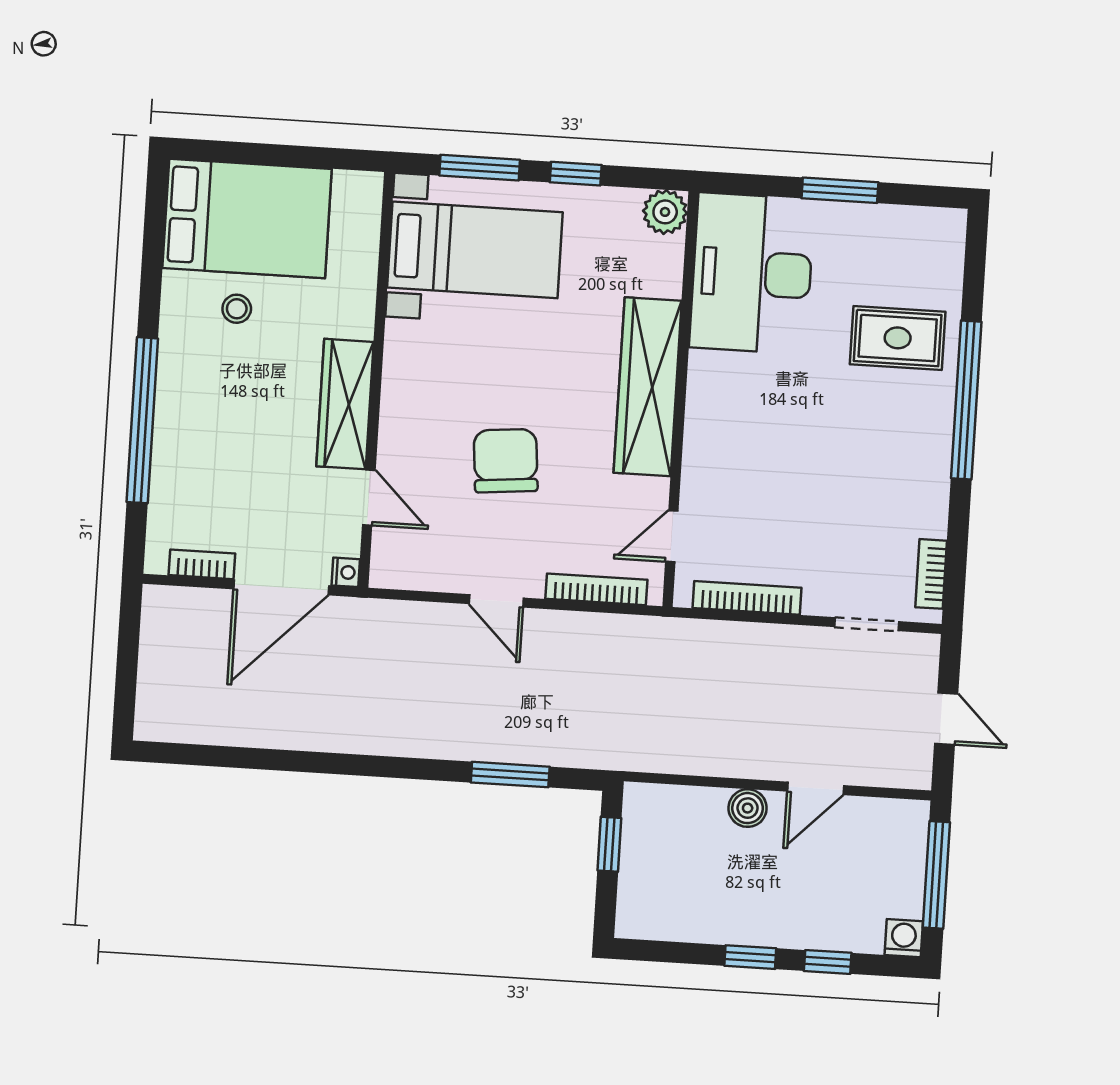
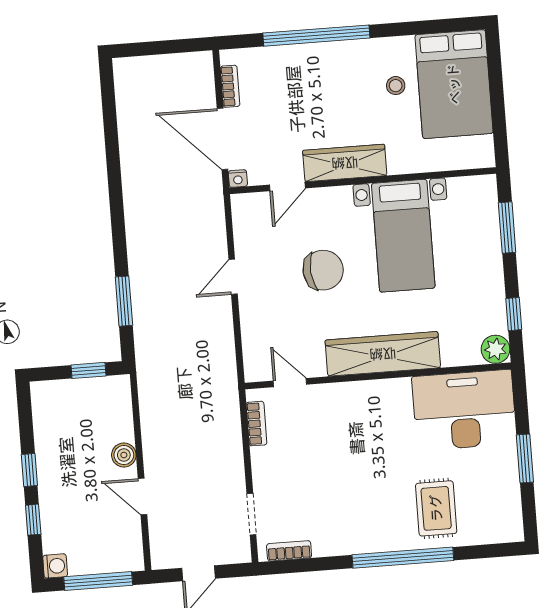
window: (576, 174) -> (514, 314), moved
bed with nightstands: (475, 250) -> (403, 236), moved
bookcase: (596, 589) -> (249, 339), removed
bookcase: (747, 598) -> (256, 424), width x0.64

